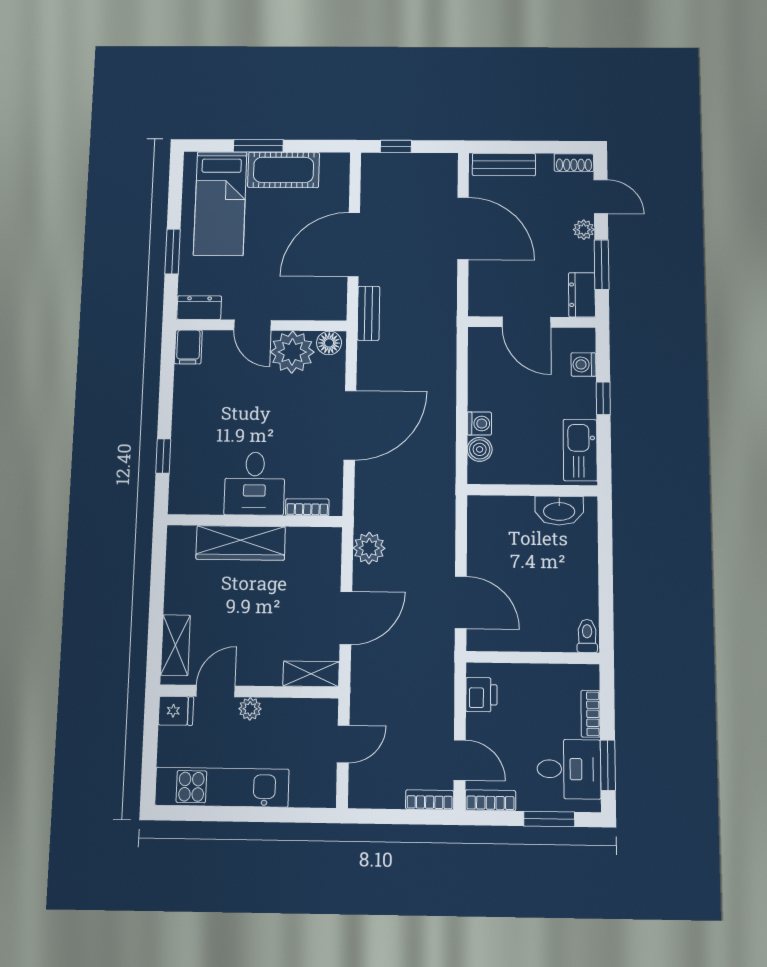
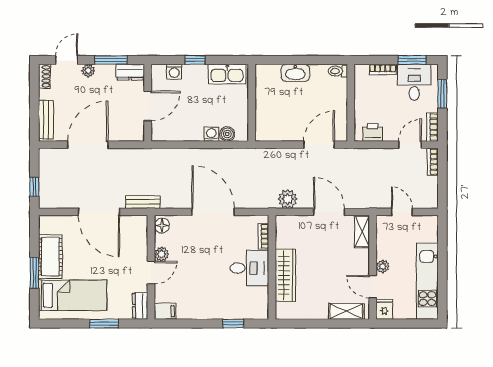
plant: (292, 352) -> (162, 254), width x0.53, depth x0.53
washbasin: (559, 511) -> (295, 73), moved, turned 90

